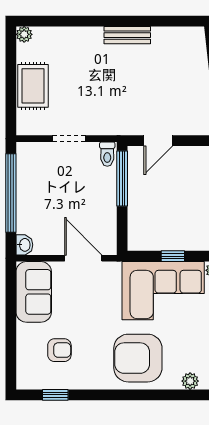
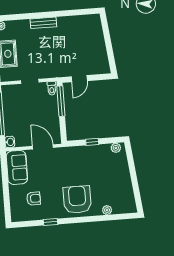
bench: (127, 35) -> (43, 23), moved
corner sofa: (163, 291) -> (88, 161), removed
armchair: (138, 358) -> (77, 200), turned 90
window: (55, 395) -> (51, 222), moved

